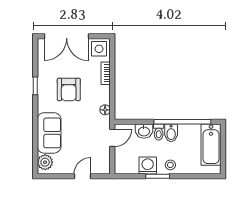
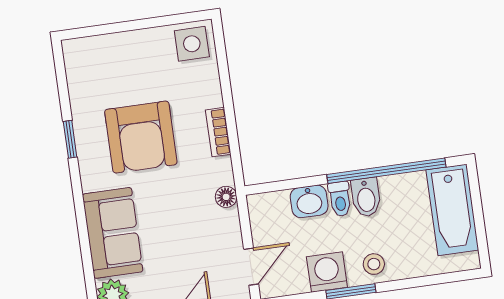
double door: (67, 36) -> (121, 27), removed
bookcase: (106, 73) -> (218, 132), moved
armchair: (69, 90) -> (141, 137), width x1.36, depth x1.36
floor lamp: (105, 110) -> (226, 197), moved
door: (112, 138) -> (251, 267), moved

